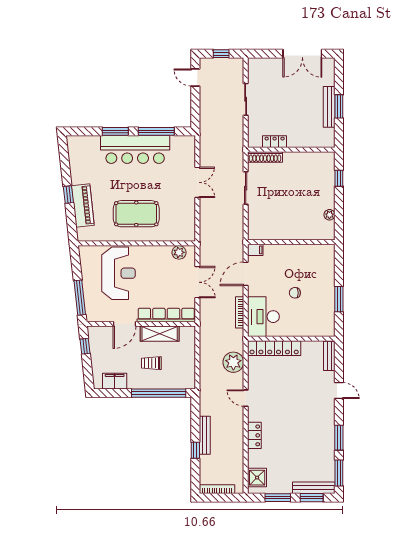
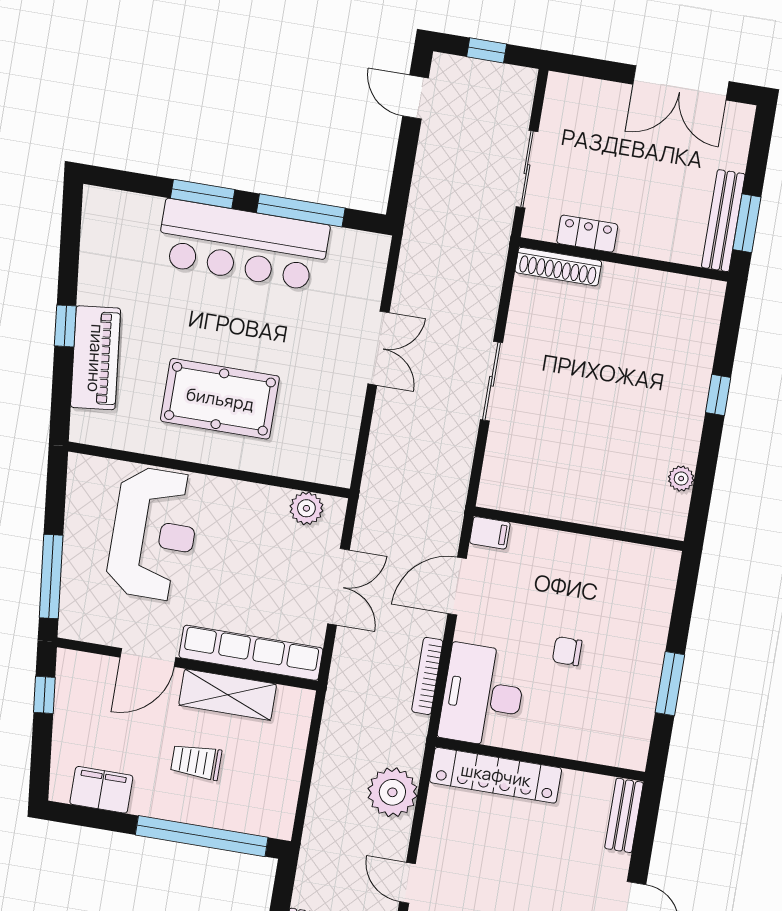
locker: (275, 142) -> (587, 234), moved
wall: (291, 150) -> (624, 259), moved
shoe rack: (265, 157) -> (558, 267), moved

